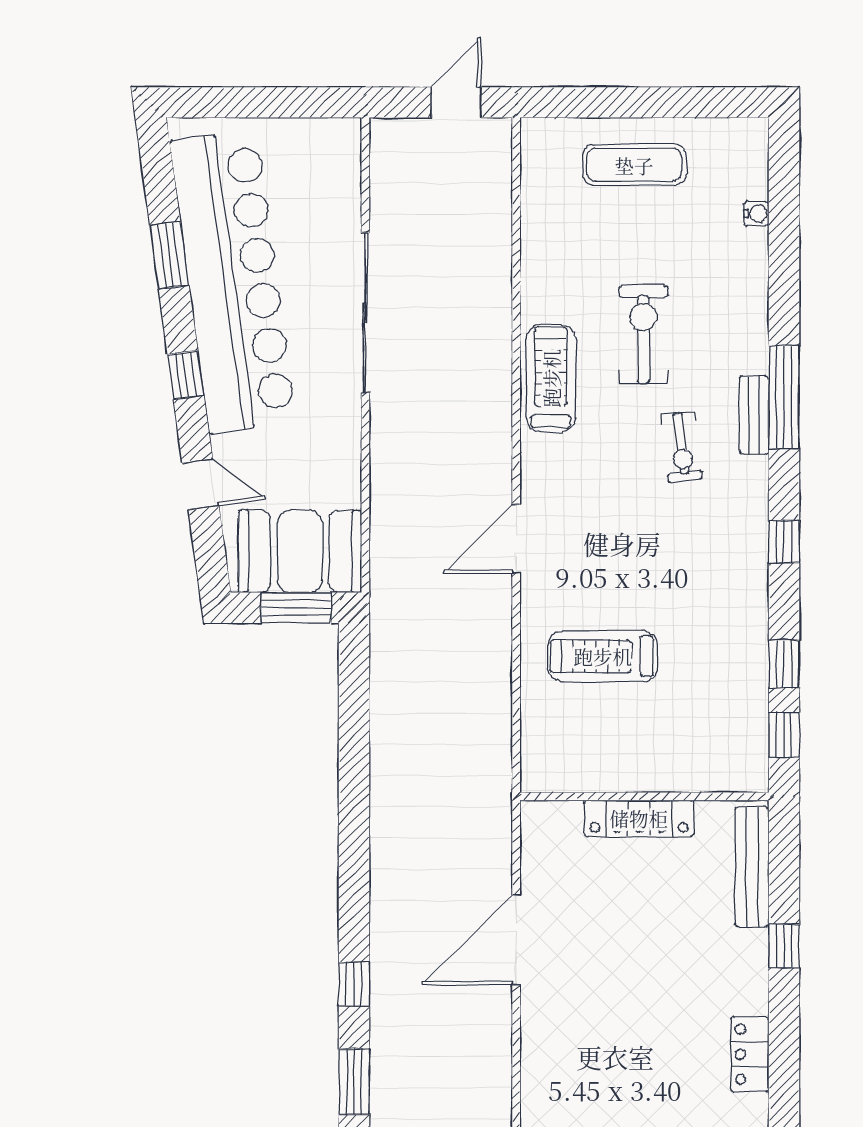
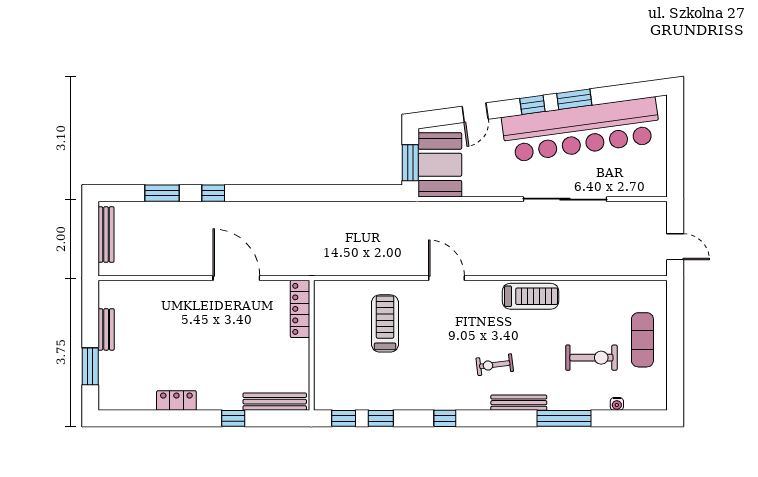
window: (169, 255) -> (574, 99), moved
exercise bike: (644, 334) -> (591, 358), moved
window: (784, 397) -> (564, 418), moved
bench: (754, 415) -> (519, 403), width x1.36
locker: (639, 818) -> (300, 309), moved

